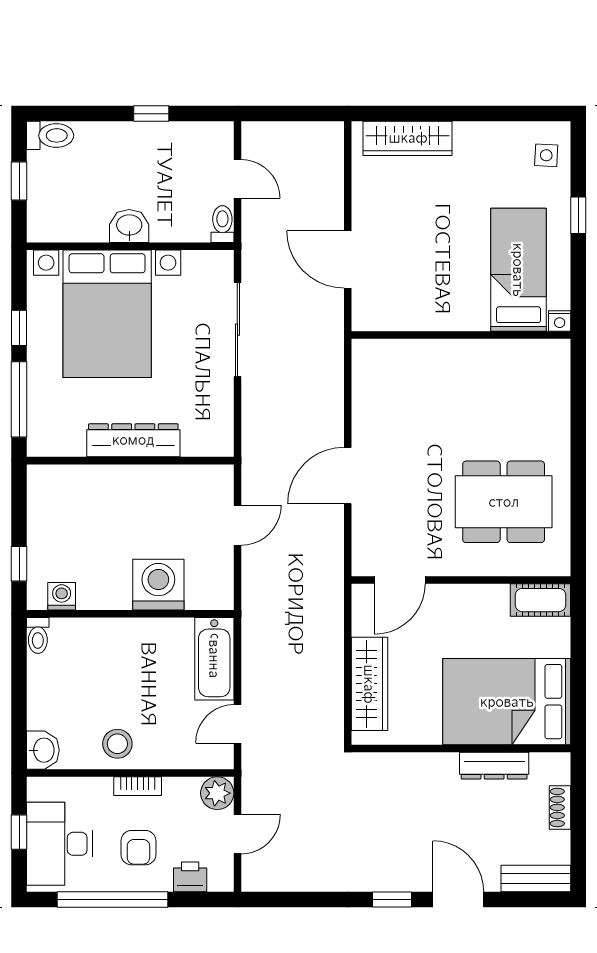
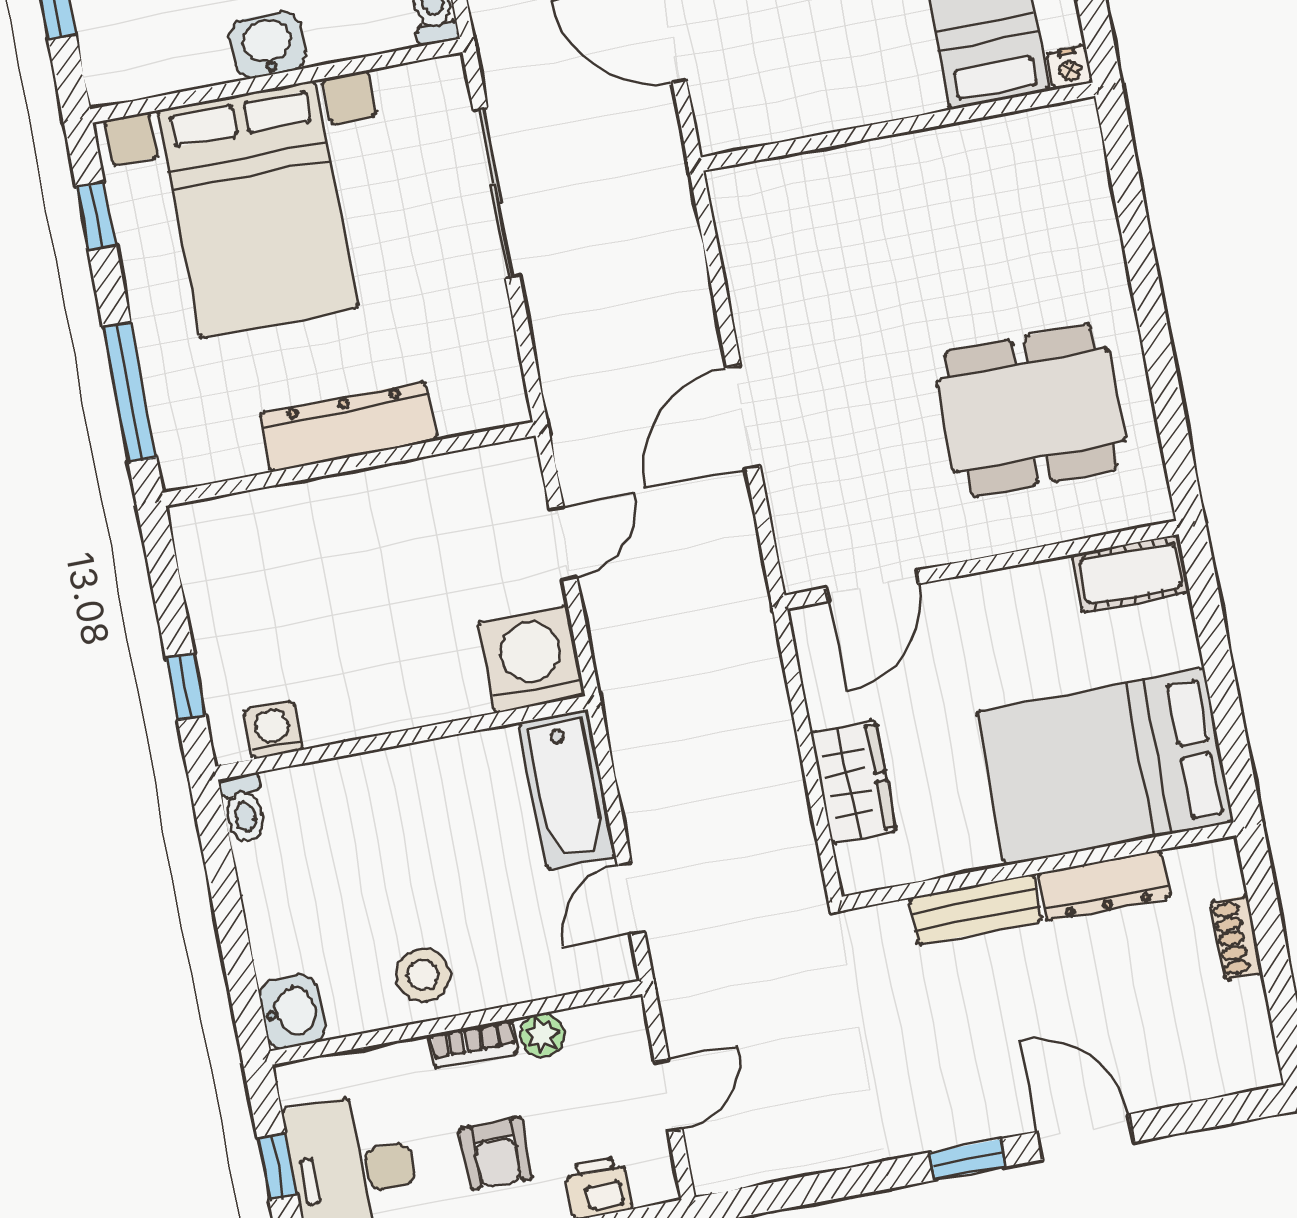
window: (19, 328) -> (96, 216), moved
washing machine: (158, 585) -> (531, 659), moved
wardrobe: (369, 684) -> (853, 782), width x0.67
plant: (217, 793) -> (543, 1035), moved, width x0.73, depth x0.73
bench: (536, 879) -> (976, 910), moved

